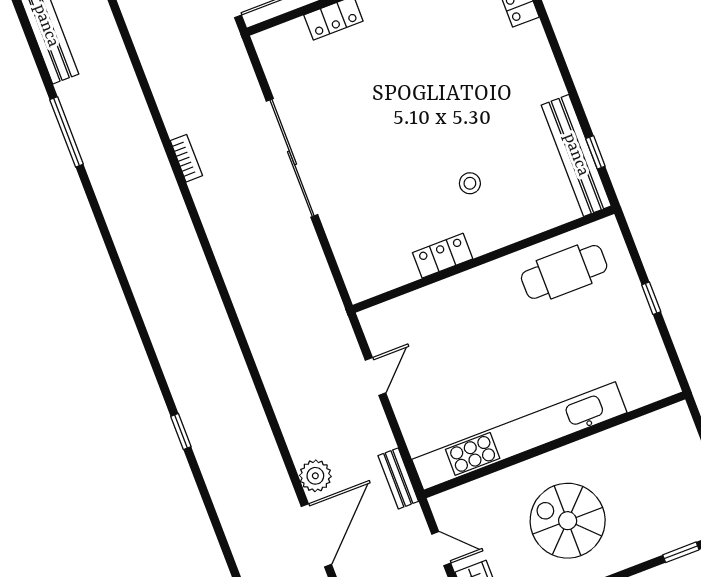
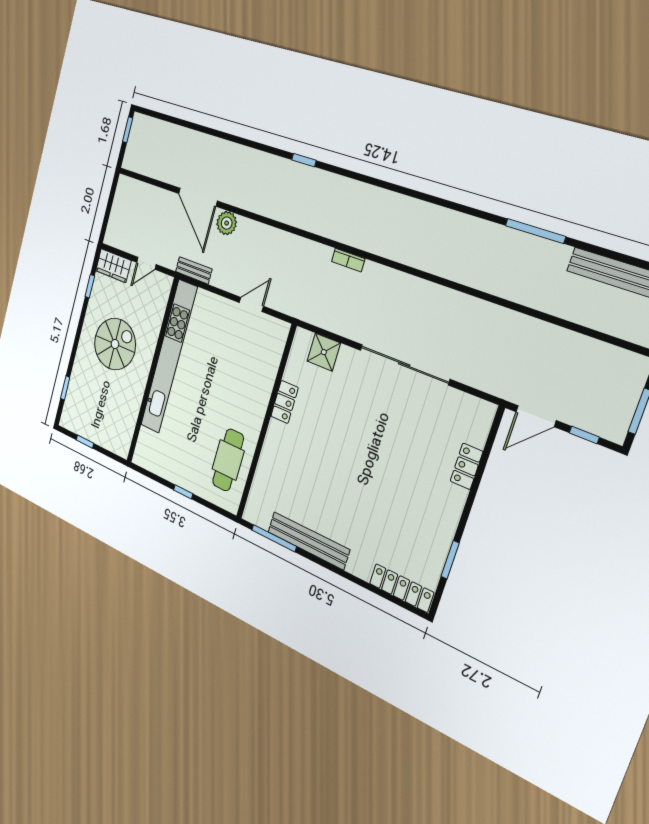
window: (595, 152) -> (274, 538), width x2.17
bench: (576, 155) -> (308, 541), moved
bookcase: (186, 158) -> (348, 260), moved
stool: (470, 183) -> (310, 454), removed
shower: (354, 253) -> (324, 352), added
door: (376, 377) -> (251, 304), swing flipped

